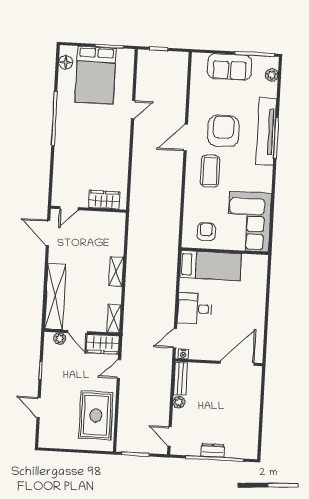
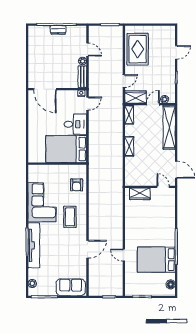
sofa: (230, 67) -> (71, 287), moved
bed: (96, 75) -> (156, 260), moved, turned -90
door: (133, 110) -> (124, 255), hinge flipped
armchair: (223, 131) -> (63, 244), removed
door: (186, 137) -> (87, 249), moved
door: (69, 208) -> (163, 187), hinge flipped
corner sofa: (249, 222) -> (42, 202), moved
armchair: (206, 232) -> (77, 185), moved
bed: (211, 266) -> (66, 149), width x1.50
door: (77, 332) -> (153, 104), hinge flipped
door: (237, 363) -> (45, 89), hinge flipped
door: (39, 407) -> (176, 52), hinge flipped
door: (170, 436) -> (87, 49), moved

